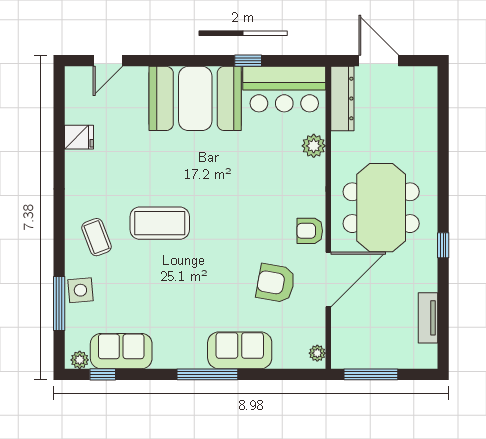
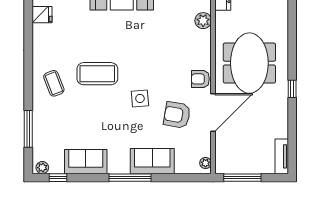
side table: (80, 290) -> (140, 98), moved
tv unit: (428, 318) -> (282, 156), moved
sofa: (121, 351) -> (86, 162), moved

